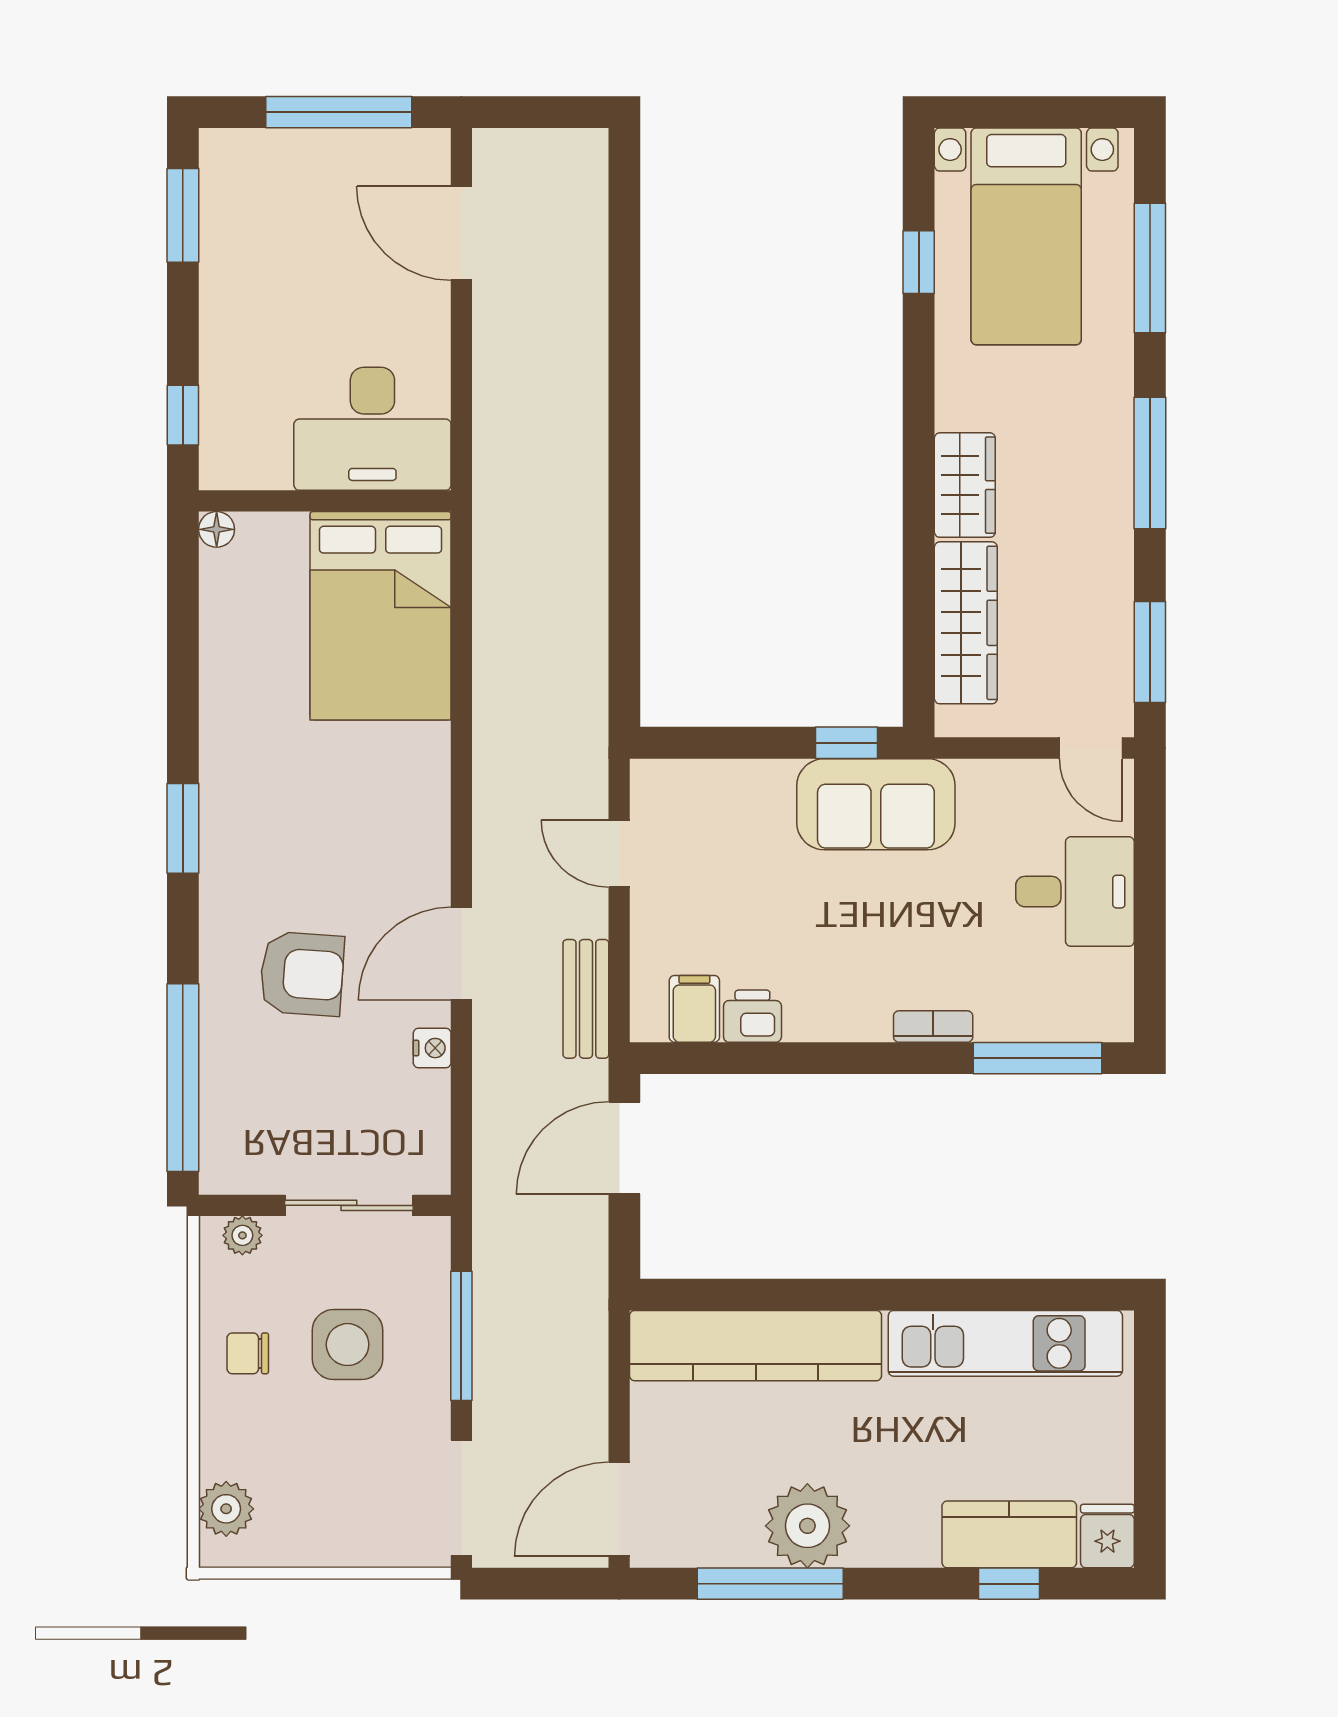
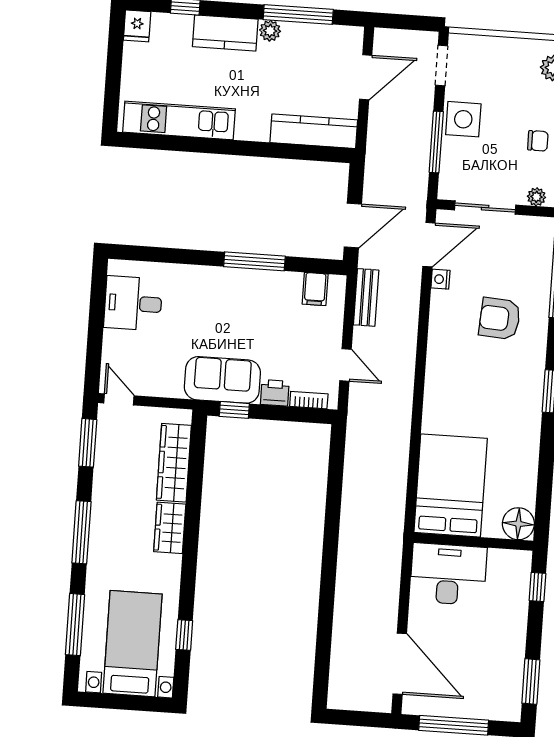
door: (461, 233) -> (400, 664), width x1.36
floor lamp: (217, 529) -> (518, 524), width x1.89, depth x1.89
desk: (1075, 892) -> (133, 303), moved
door: (461, 954) -> (429, 245), moved
printer: (752, 1016) -> (275, 393), moved, turned 180
bookcase: (933, 1027) -> (309, 400), moved, turned 180
window: (1037, 1058) -> (254, 261), moved
side table: (348, 1345) -> (463, 119), moved
kitchen counter: (756, 1346) -> (314, 131), width x0.72, depth x0.86
doorway: (461, 1498) -> (441, 65), width x0.73
door: (619, 1509) -> (366, 77), moved
plant: (807, 1526) -> (270, 31), width x0.53, depth x0.53
kitchen counter: (1009, 1534) -> (225, 33), moved

